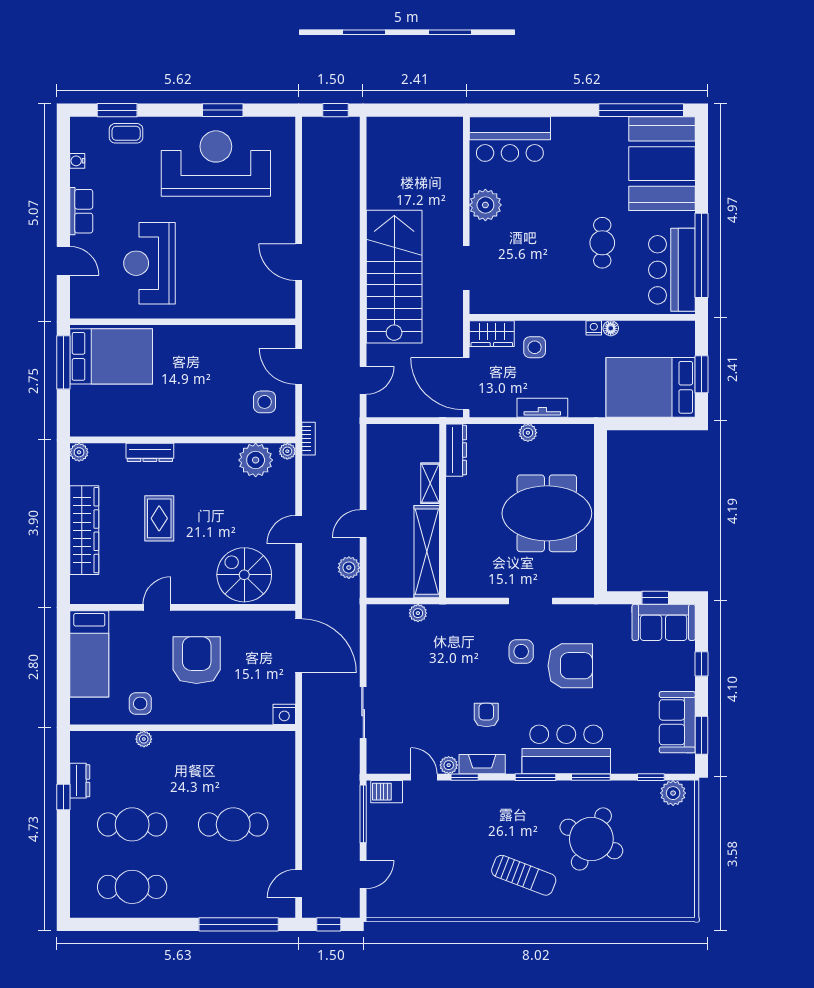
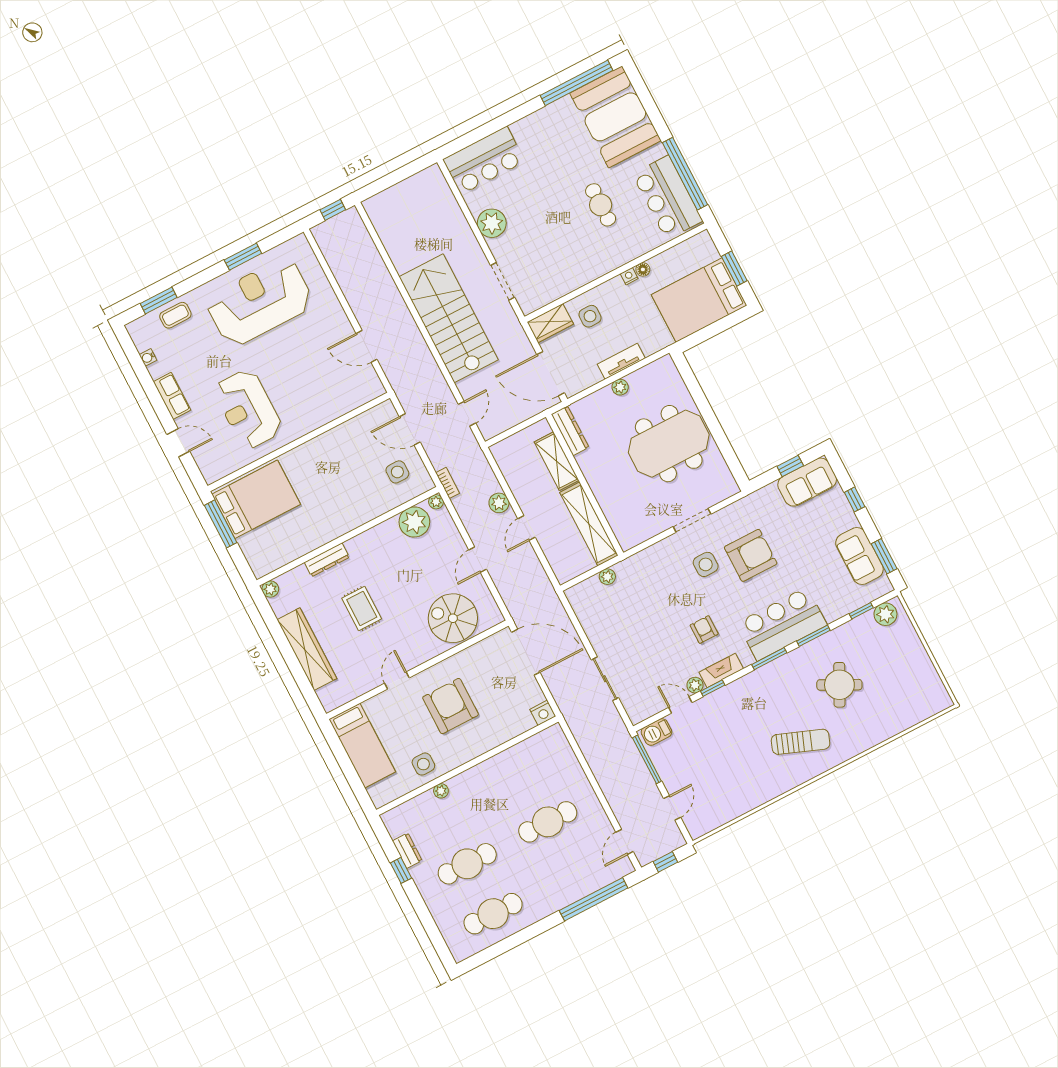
shelving: (430, 483) -> (557, 461), width x1.50, depth x1.33
plant: (349, 568) -> (499, 503), moved
round table: (591, 839) -> (839, 685), width x0.73, depth x0.73

